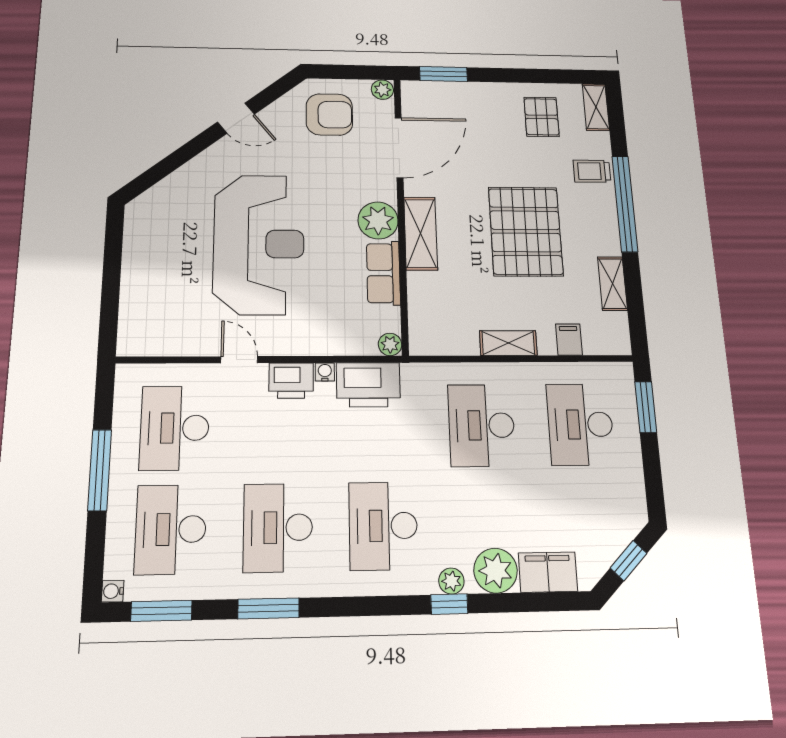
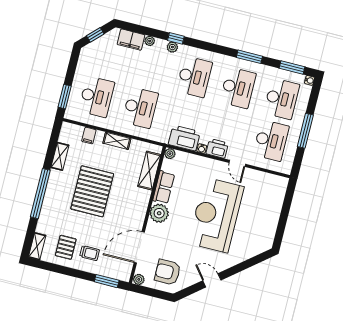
trolley: (592, 171) -> (90, 253), moved
shelving: (421, 233) -> (149, 171), moved
plant: (496, 571) -> (150, 41), width x0.53, depth x0.53

